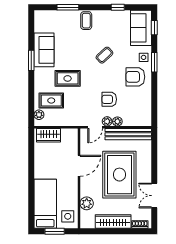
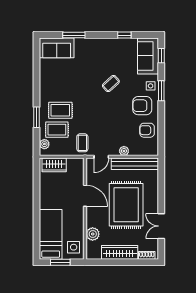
coffee table: (86, 21) -> (82, 143), moved
sofa: (44, 50) -> (57, 48), moved, turned 90
window: (31, 60) -> (37, 117), moved
rug: (68, 78) -> (60, 110), moved
armchair: (109, 99) -> (147, 130), moved
plant: (107, 121) -> (114, 151), removed
door: (79, 166) -> (85, 196), hinge flipped

